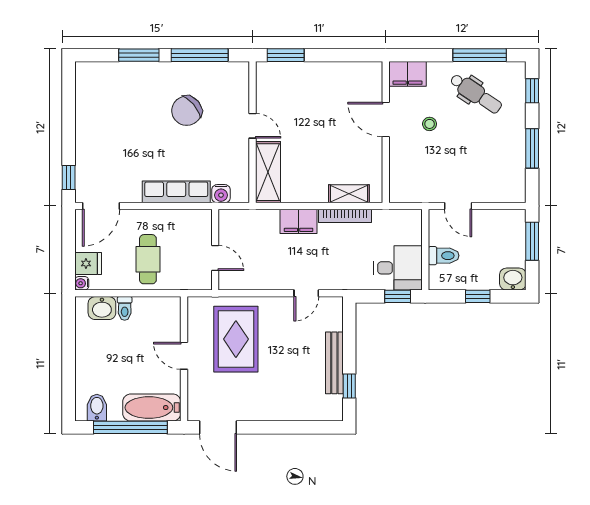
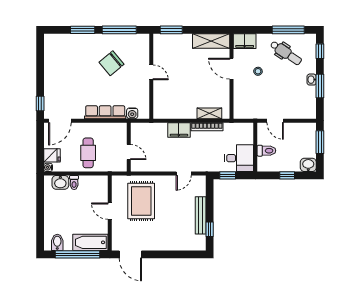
washbasin: (518, 138) -> (312, 80), added
shelving: (268, 172) -> (211, 41), moved, turned 90
window: (398, 296) -> (228, 175), moved

